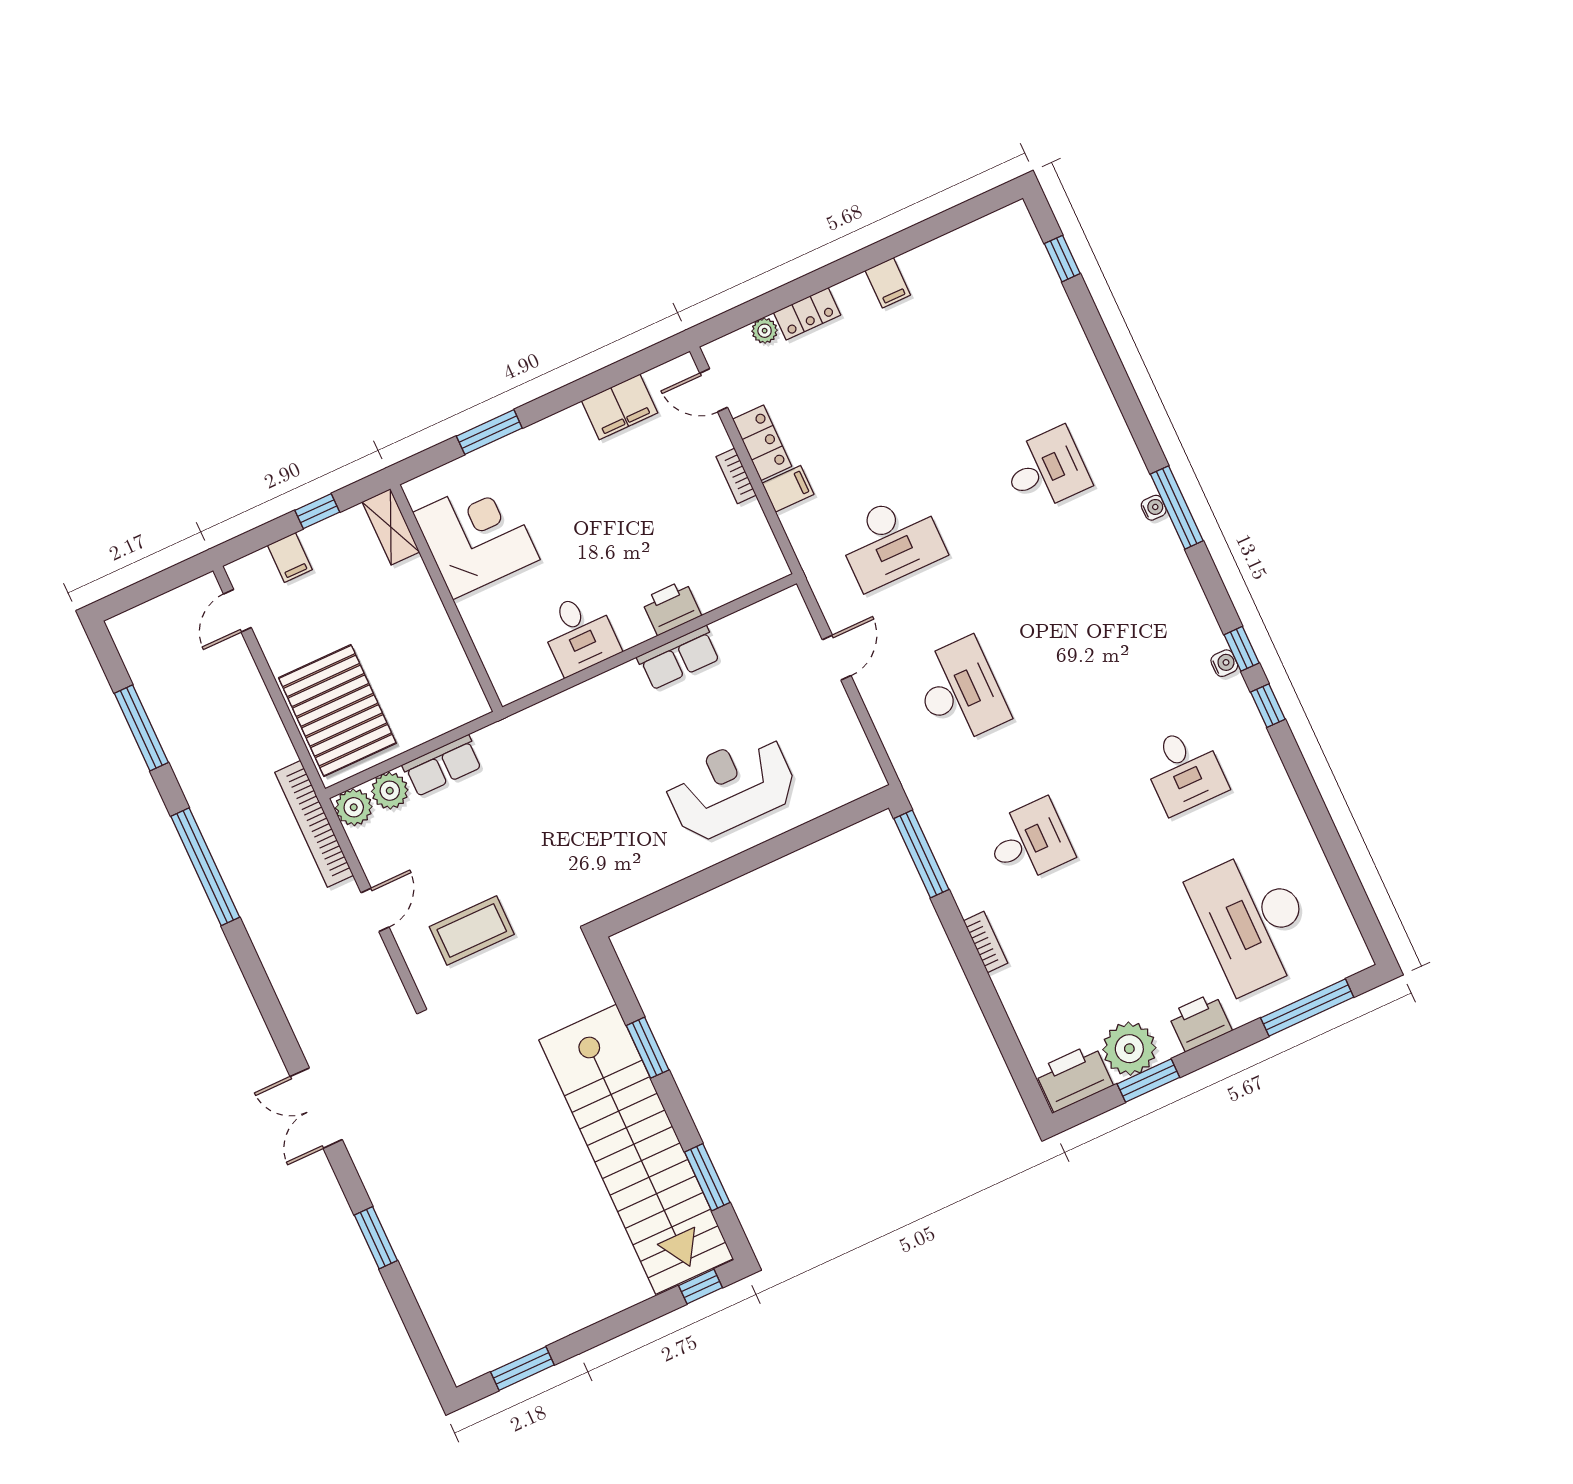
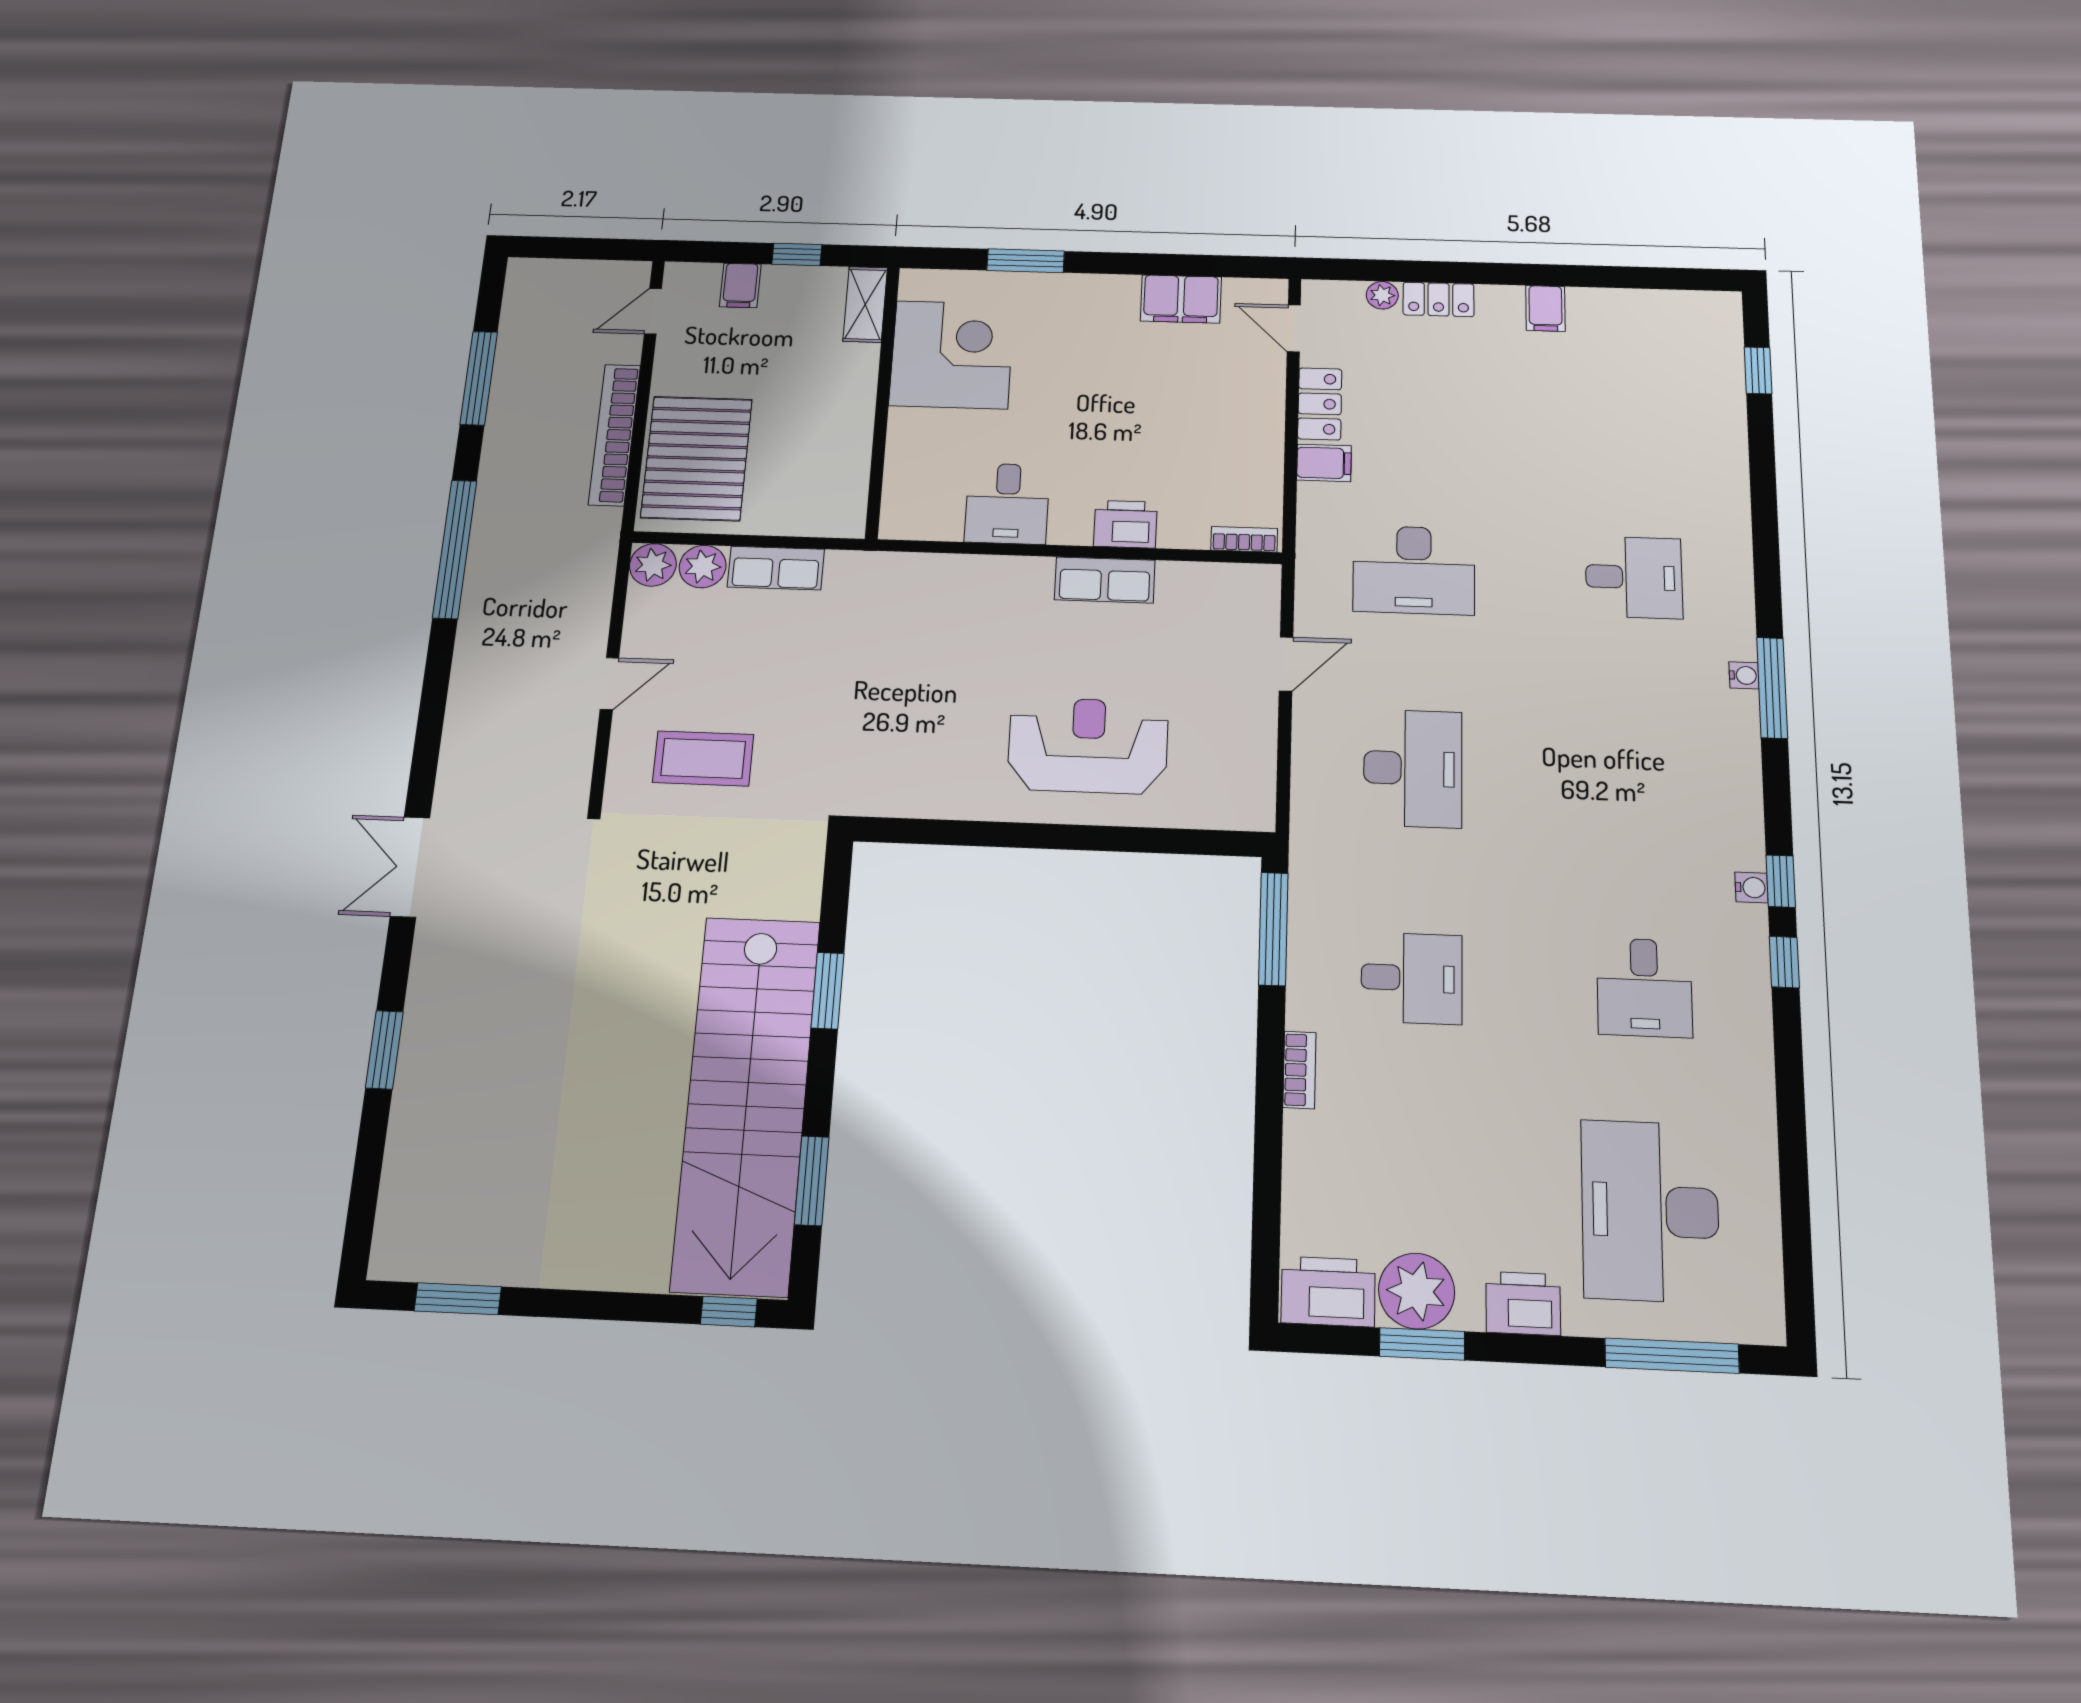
bookcase: (736, 476) -> (1244, 539), moved, turned 90
bookcase: (314, 824) -> (614, 435), moved

